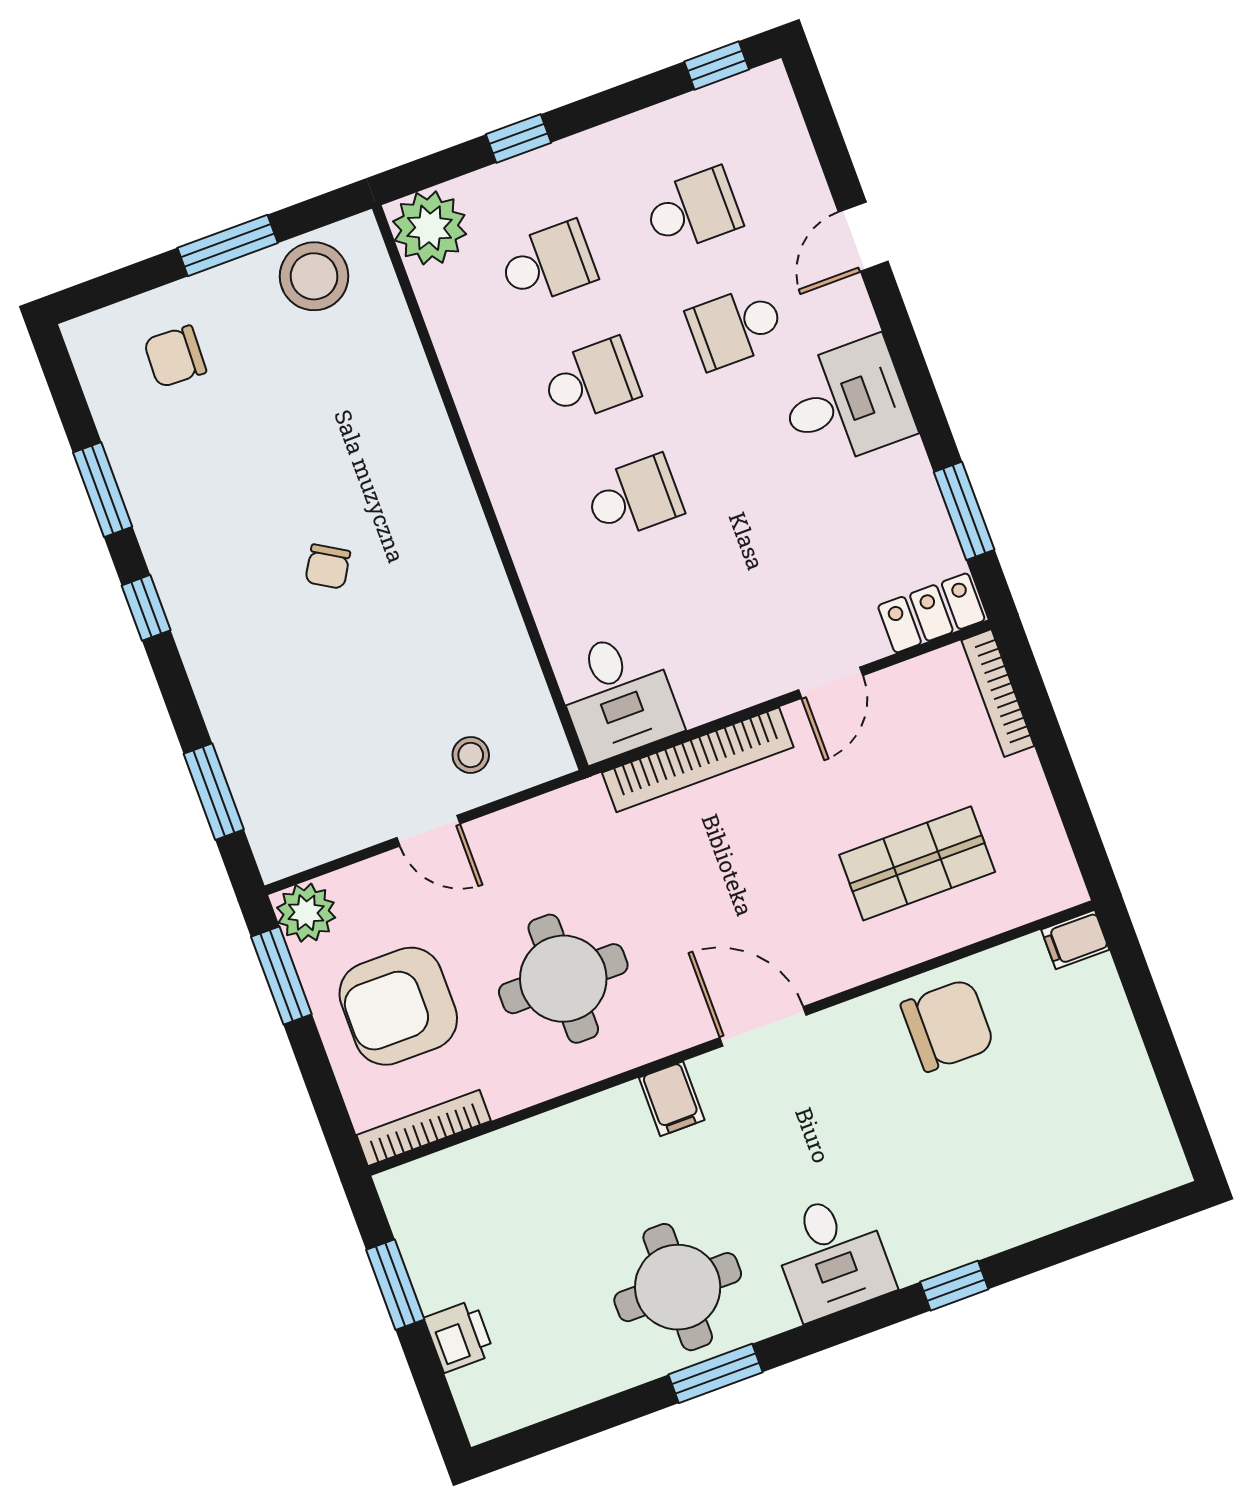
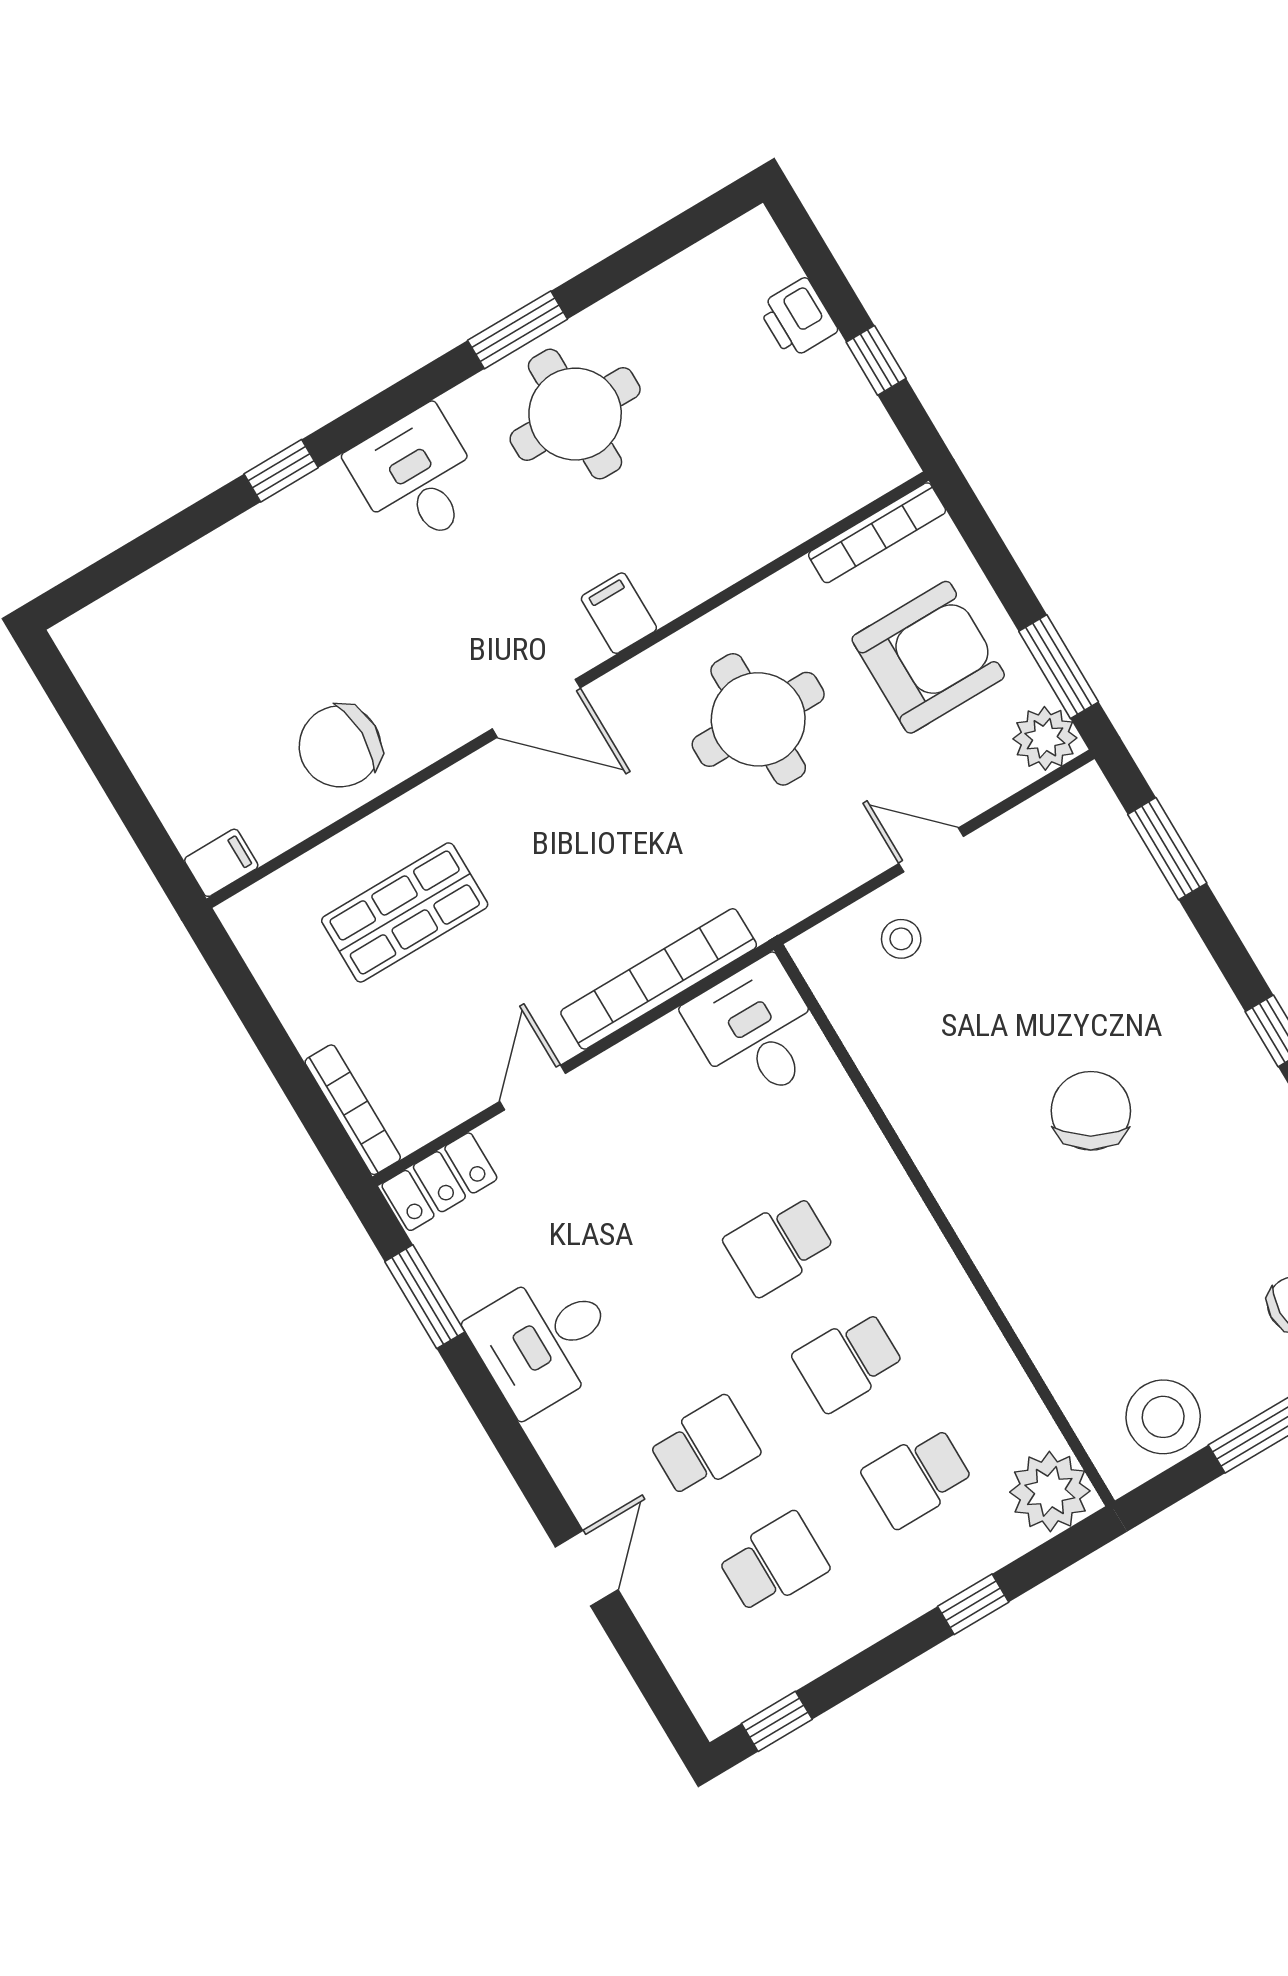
school desk: (693, 210) -> (774, 1563), turned 180
desk: (846, 403) -> (544, 1341), moved
chair: (328, 567) -> (1091, 1111), width x1.87, depth x1.87
window: (395, 1285) -> (876, 360), width x0.67

